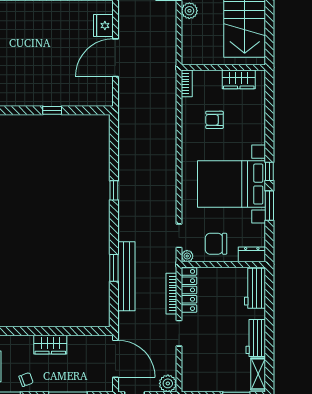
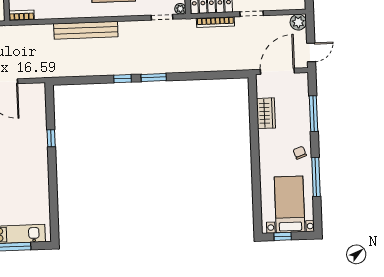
window: (114, 268) -> (154, 77), moved
bench: (126, 276) -> (86, 30), moved
wardrobe: (50, 345) -> (266, 113), moved

